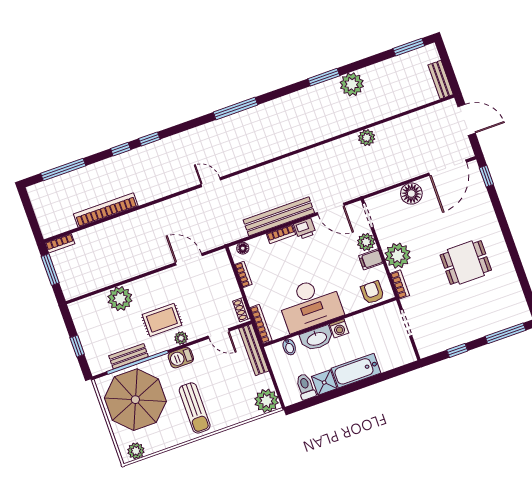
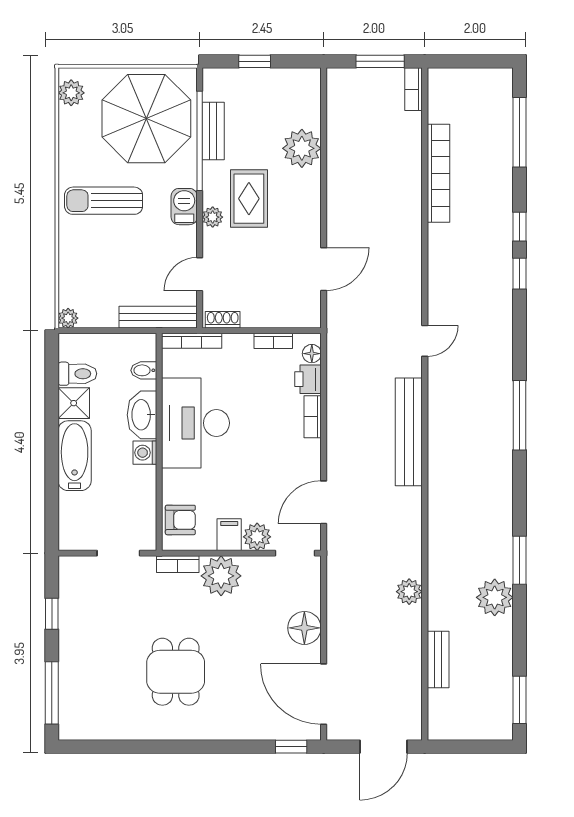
bench: (441, 80) -> (438, 660), moved, turned 90
bench: (279, 216) -> (409, 432), moved
printer: (305, 229) -> (308, 379), moved
plant: (267, 401) -> (68, 318), width x0.53, depth x0.53

